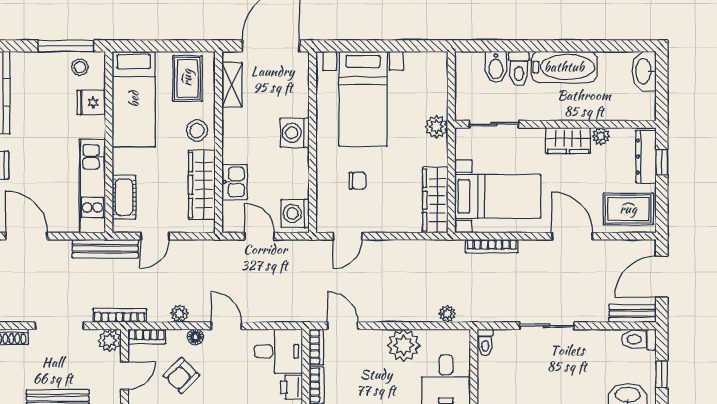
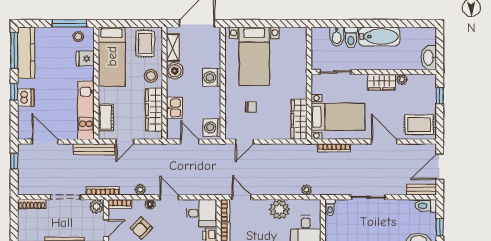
washbasin: (644, 71) -> (429, 58), moved
boiler: (235, 122) -> (175, 71), added
plant: (436, 127) -> (300, 74), removed
dresser: (646, 157) -> (430, 92), removed

